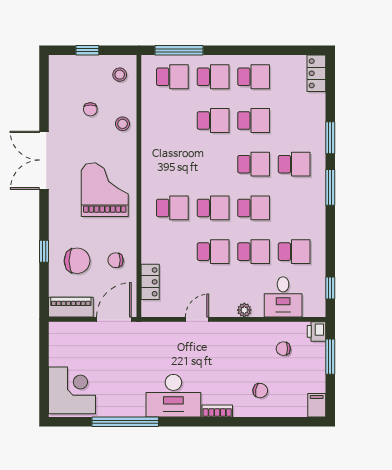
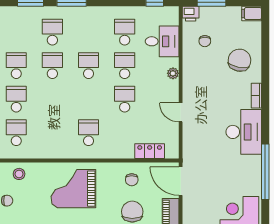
school desk: (213, 208) -> (16, 133), moved
chair: (260, 391) -> (239, 60), width x1.87, depth x1.87

